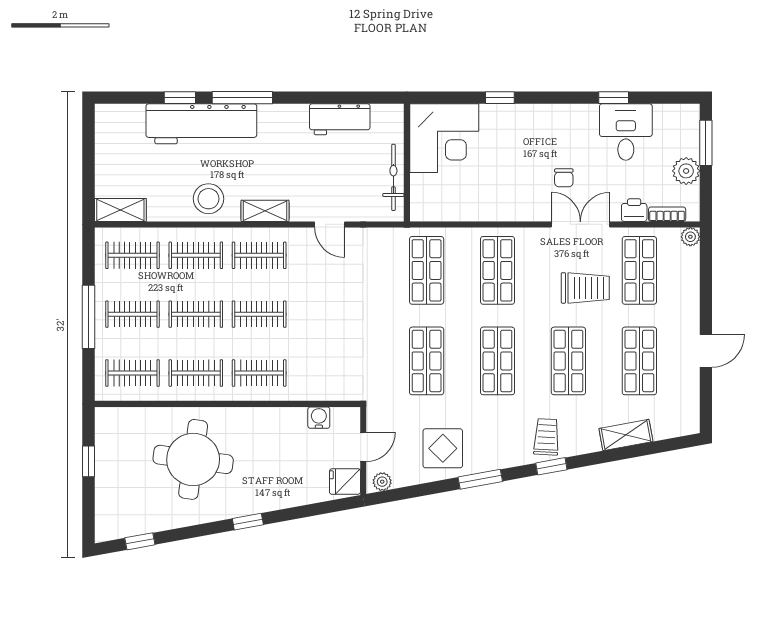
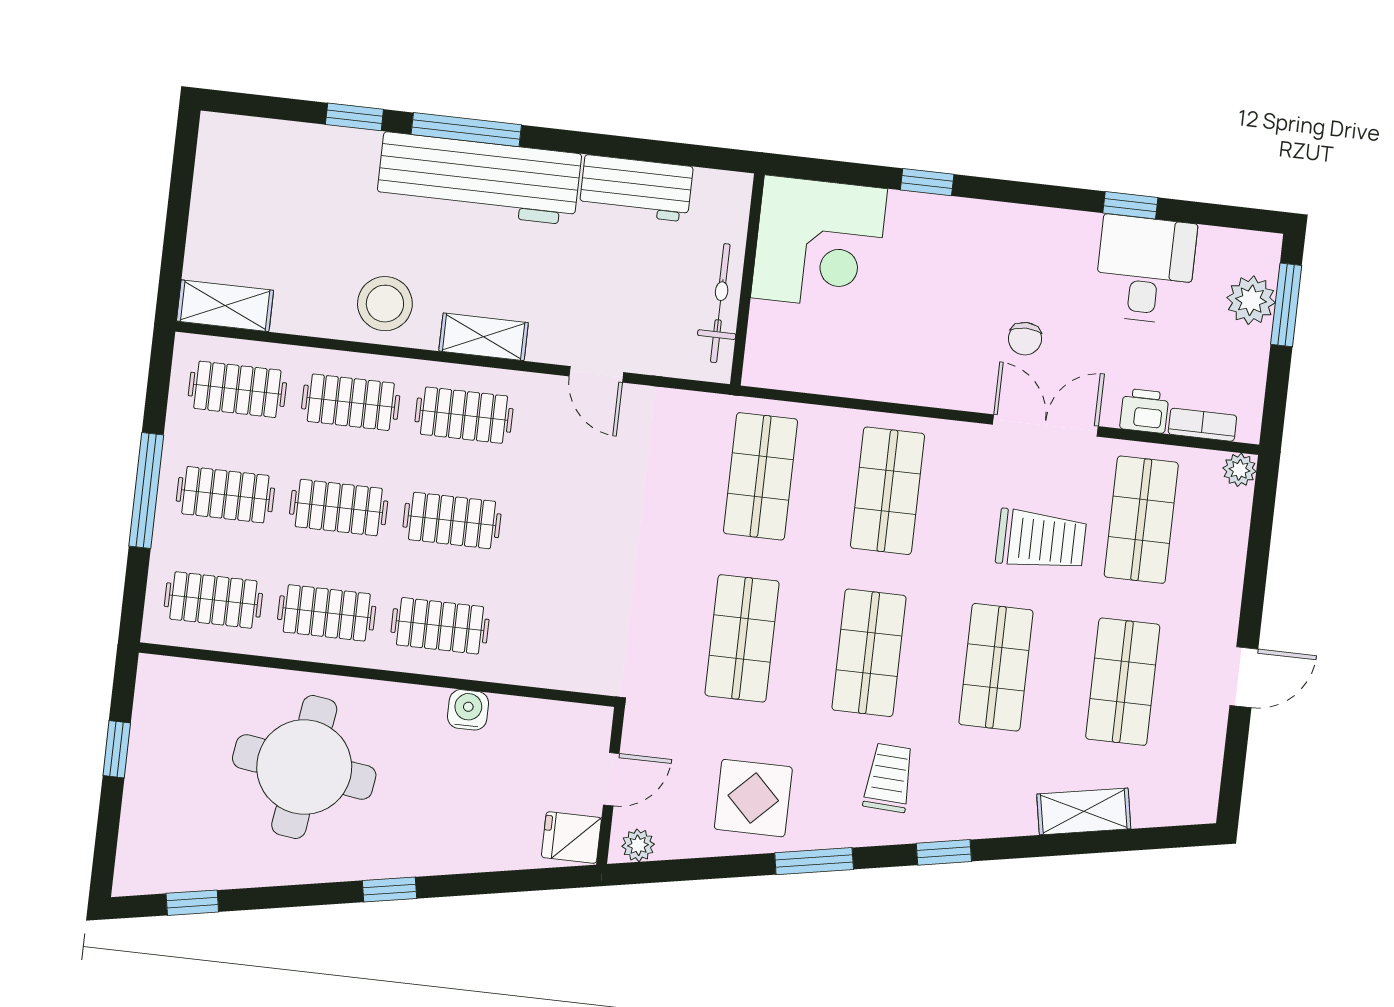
workbench: (201, 124) -> (479, 179), moved
plant: (686, 171) -> (1251, 300), moved
water cooler: (319, 418) -> (468, 710), moved
trolley: (546, 437) -> (889, 778), moved

